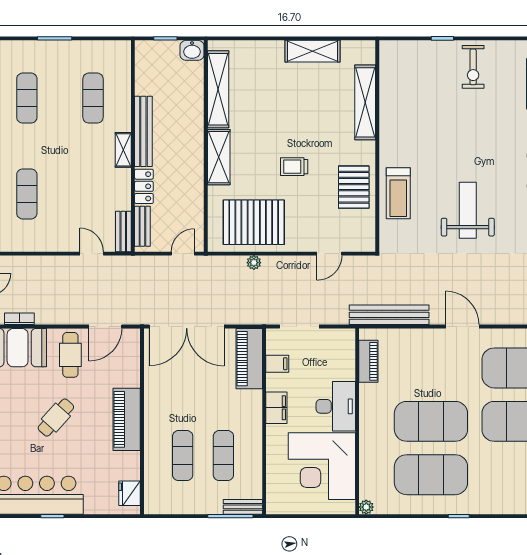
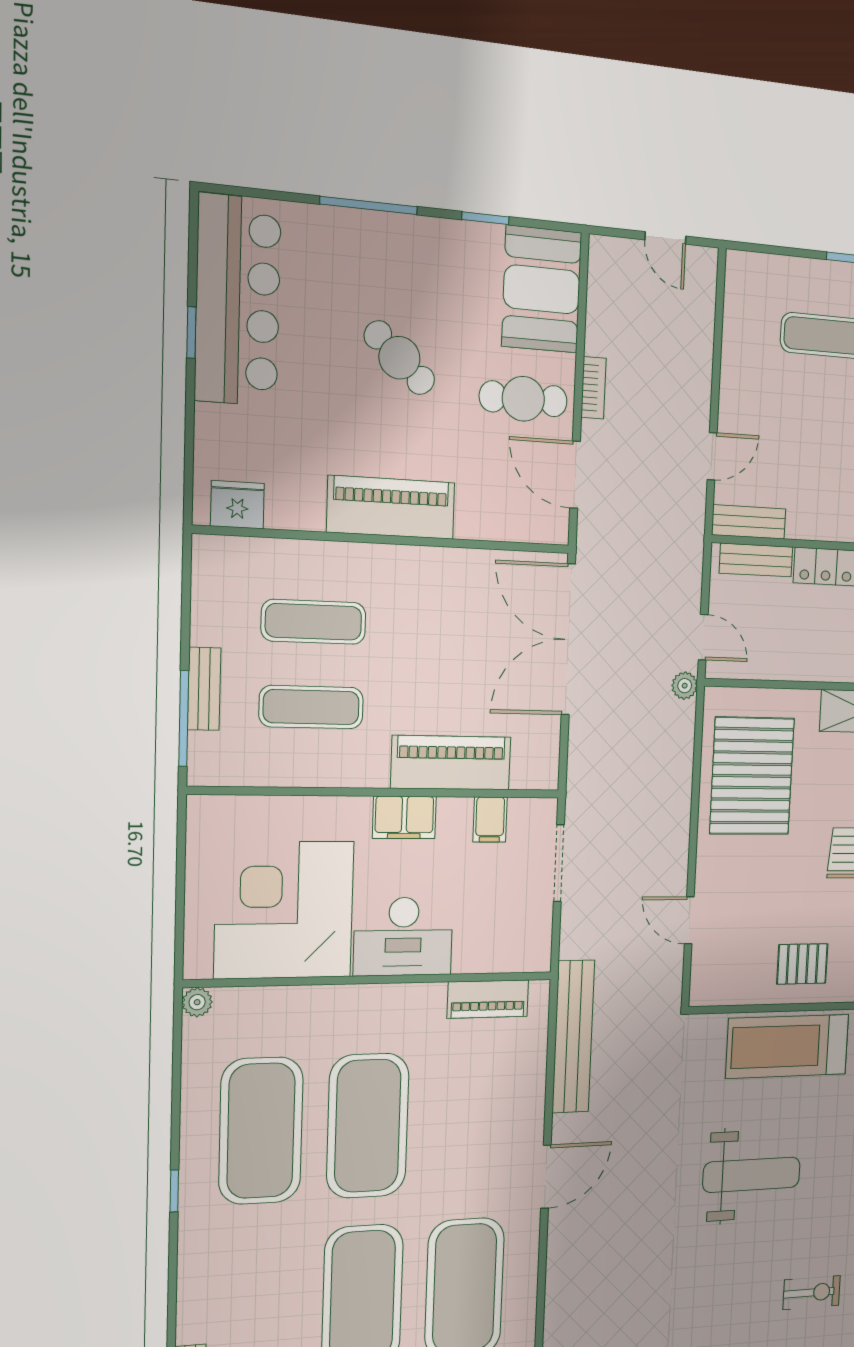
pallet: (354, 187) -> (802, 964), width x0.67, depth x0.71
treadmill: (398, 193) -> (788, 1046), width x1.37, depth x1.38
plant: (254, 263) -> (685, 686), moved
bookcase: (19, 319) -> (593, 388), moved
piano: (249, 359) -> (451, 763), moved
bench: (243, 507) -> (204, 689), moved

